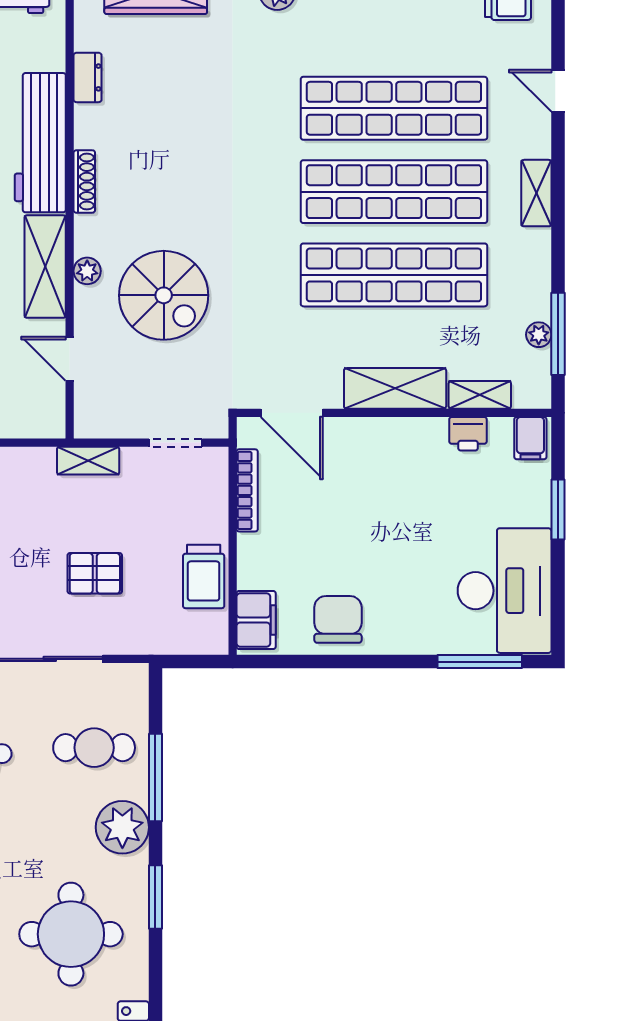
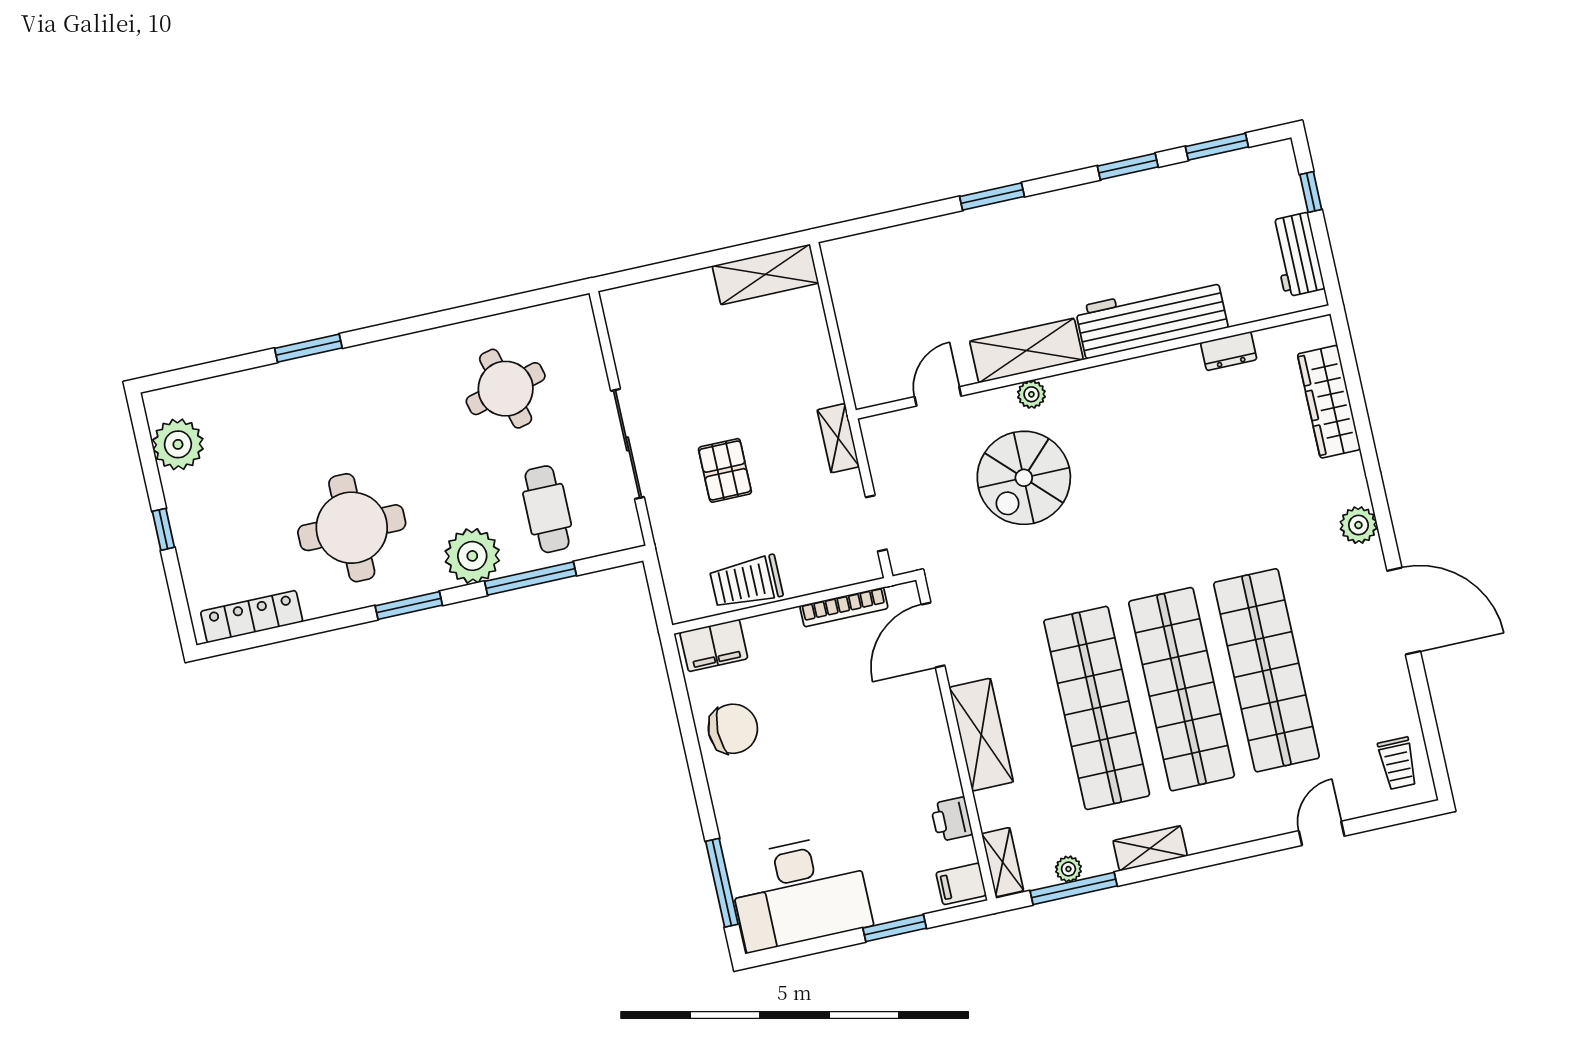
shoe rack: (84, 181) -> (1122, 371), removed
shelving: (536, 193) -> (1150, 848), moved
shelving: (480, 395) -> (1003, 862), moved

